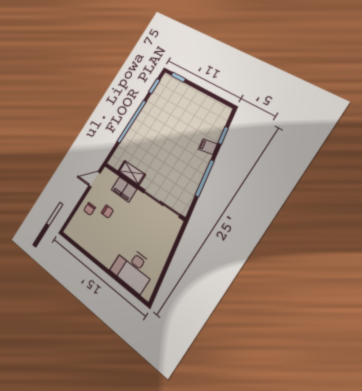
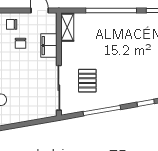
filing cabinet: (208, 147) -> (129, 96), removed
shelving: (132, 173) -> (67, 27), moved
pallet: (172, 175) -> (87, 81), added

